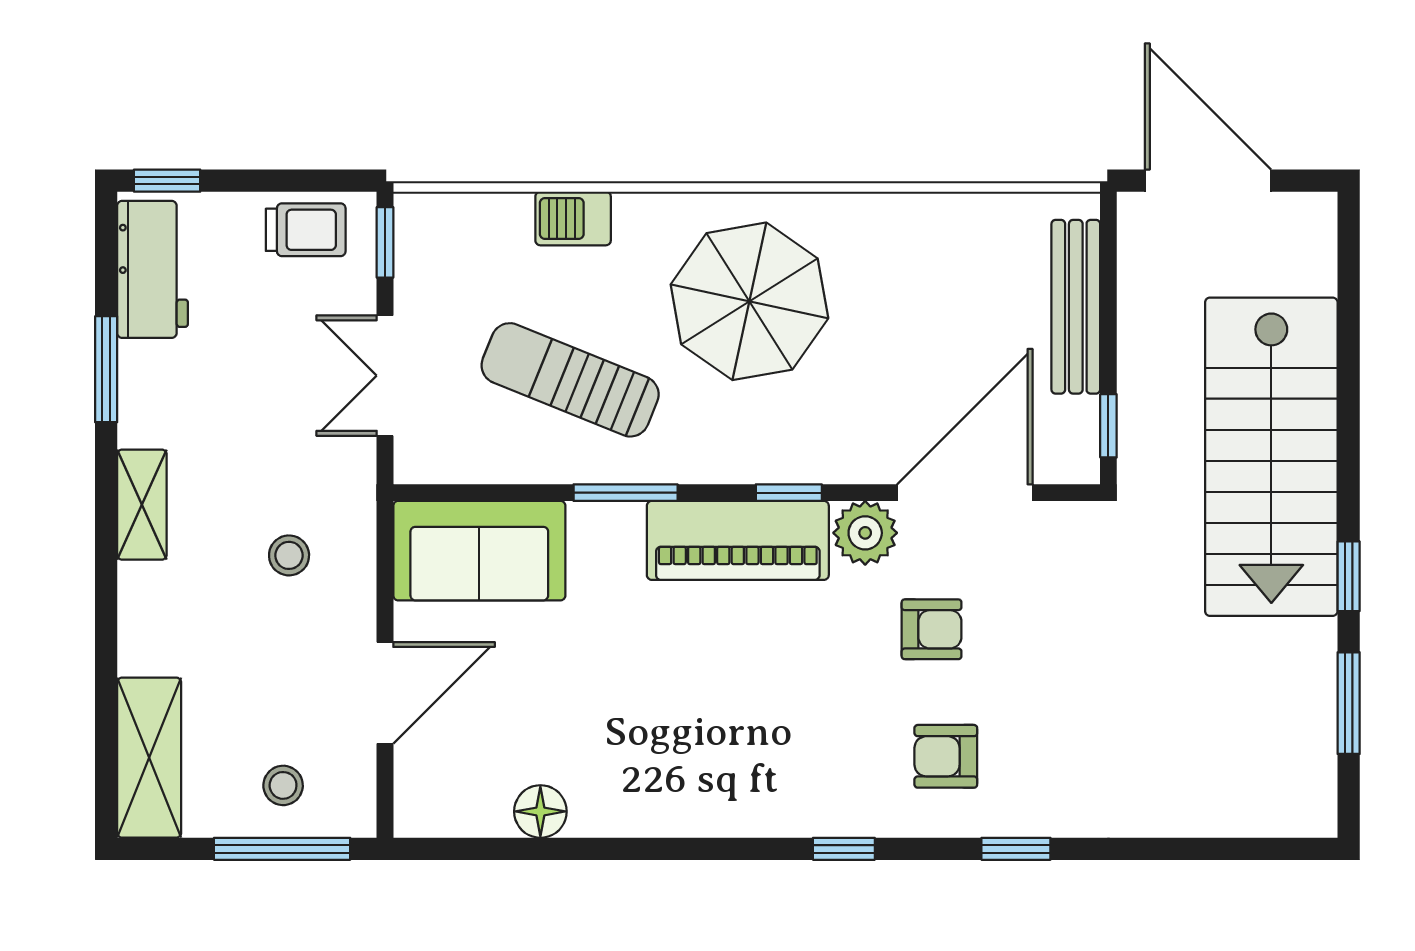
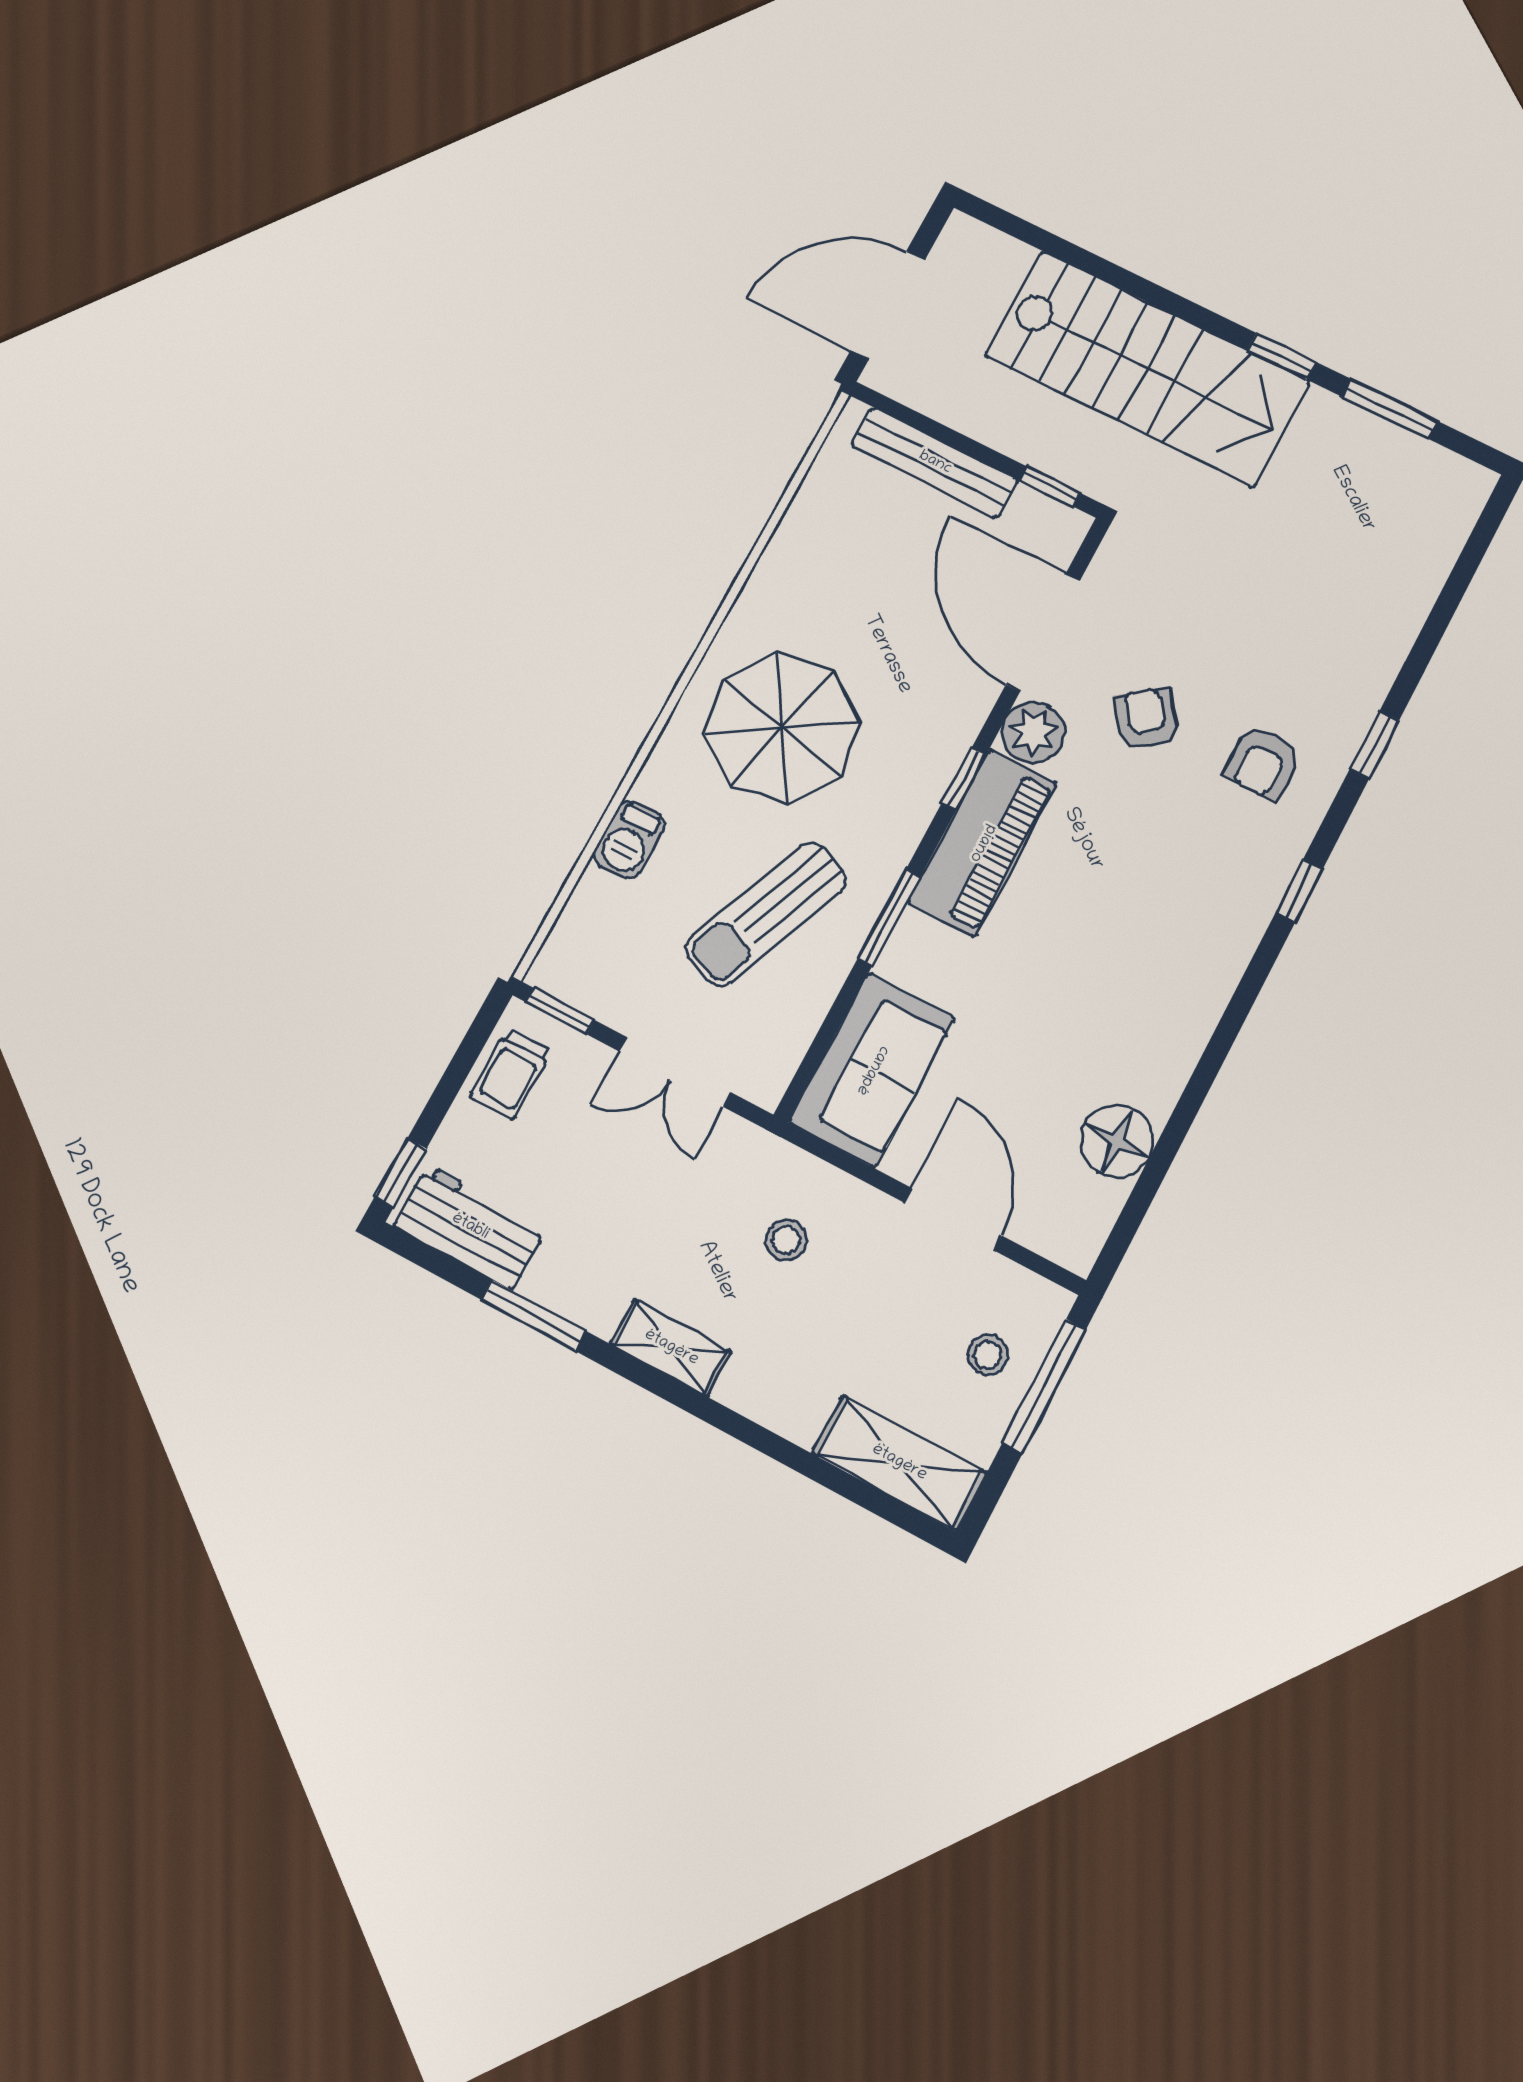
trolley: (306, 230) -> (511, 1074), turned 180
armchair: (932, 629) -> (1146, 719), turned -37
floor lamp: (540, 811) -> (1117, 1141), width x1.38, depth x1.38

